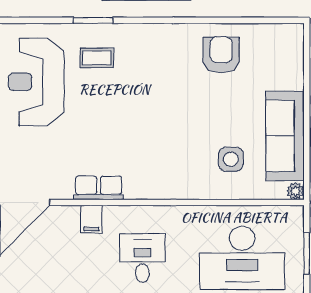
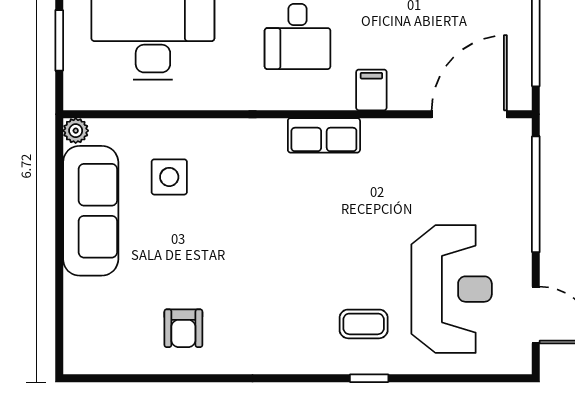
window: (93, 20) -> (369, 378), width x0.67
armchair: (221, 55) -> (183, 328), width x0.72, depth x0.72
row of seats: (99, 188) -> (324, 135), moved

